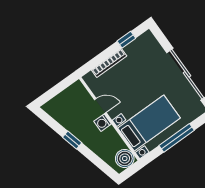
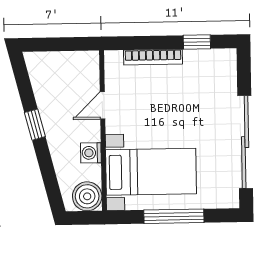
door: (100, 106) -> (102, 105), swing flipped
washing machine: (103, 123) -> (91, 153), moved

